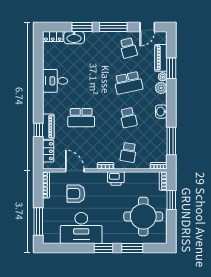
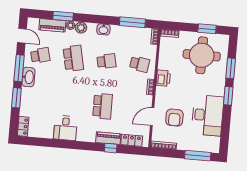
washbasin: (74, 38) -> (28, 77), moved
window: (171, 200) -> (207, 29), moved

